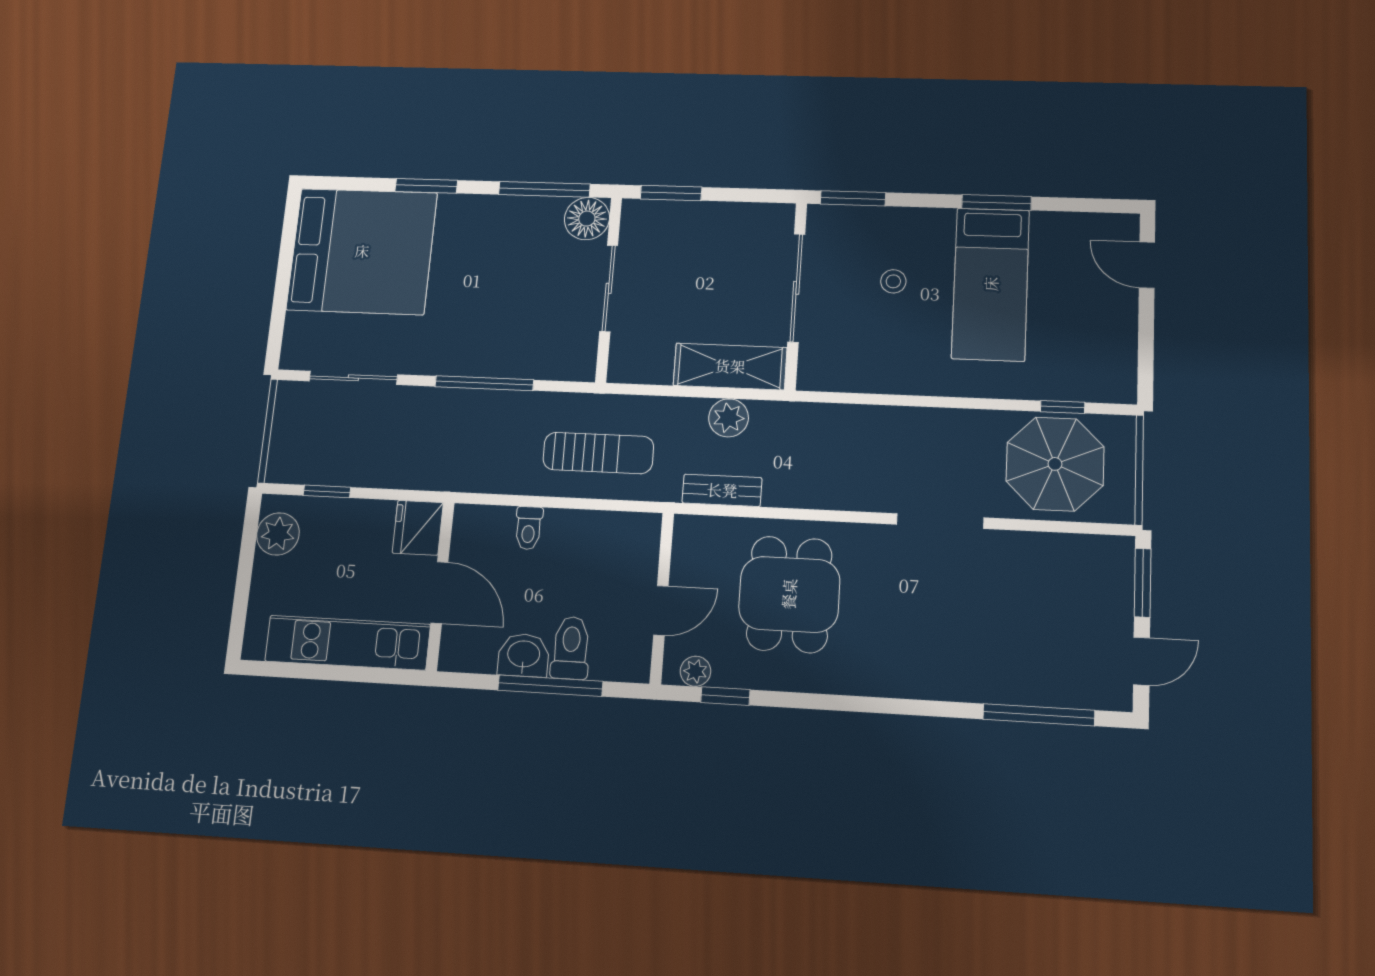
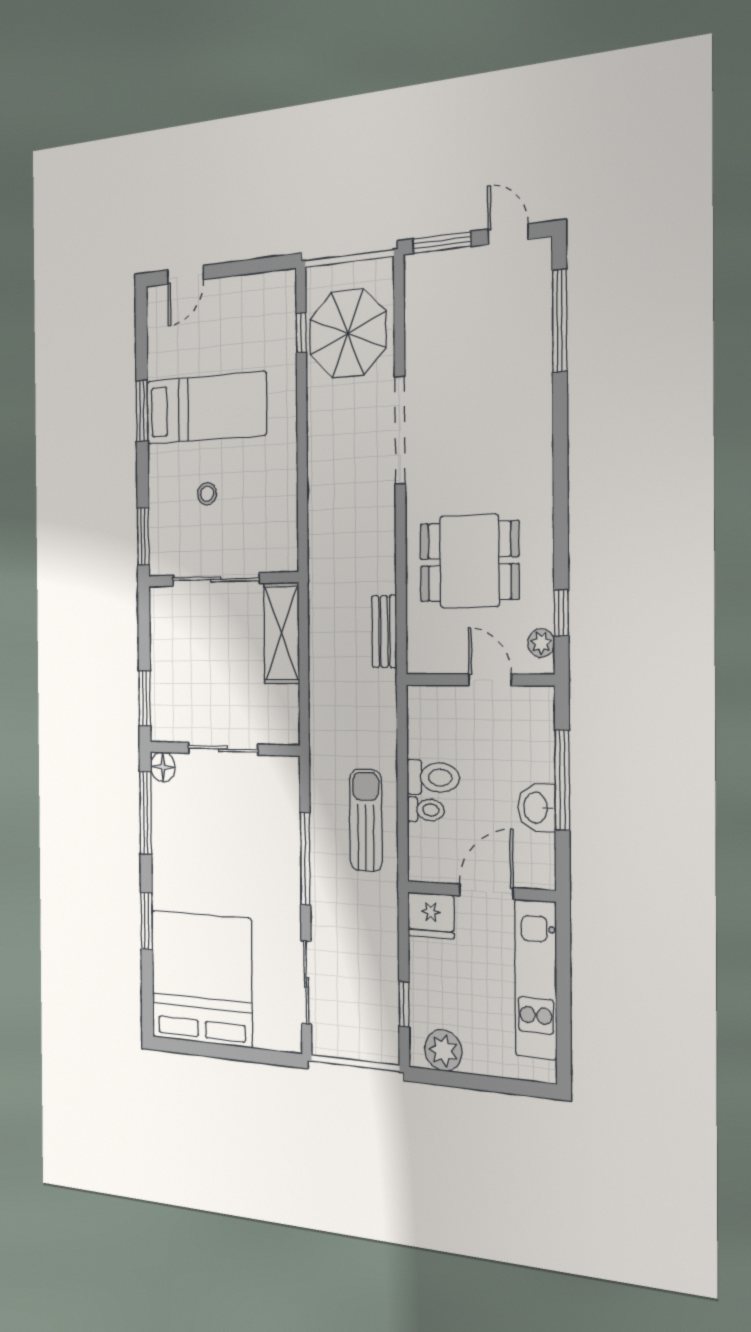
floor lamp: (587, 219) -> (163, 767), width x0.73, depth x0.73
plant: (729, 418) -> (324, 631), removed
sun lounger: (598, 453) -> (366, 820), moved
doorway: (940, 521) -> (400, 430), width x1.36
toilet: (571, 648) -> (433, 777), moved, turned 180

